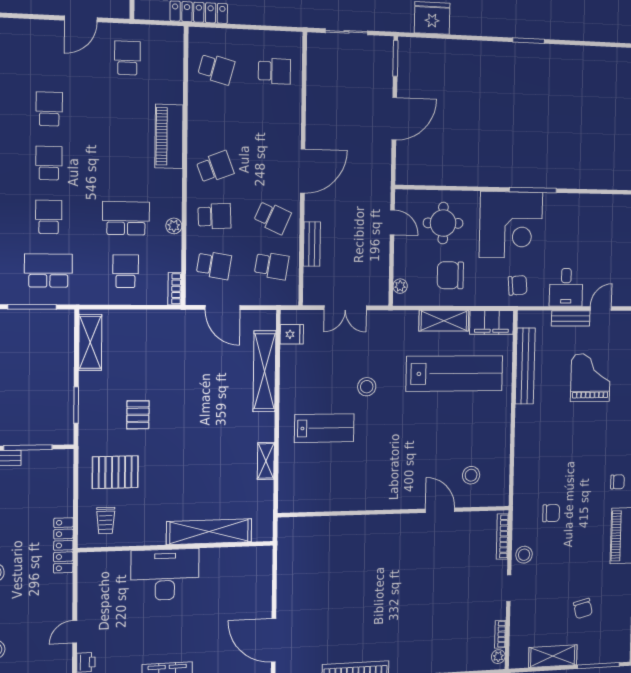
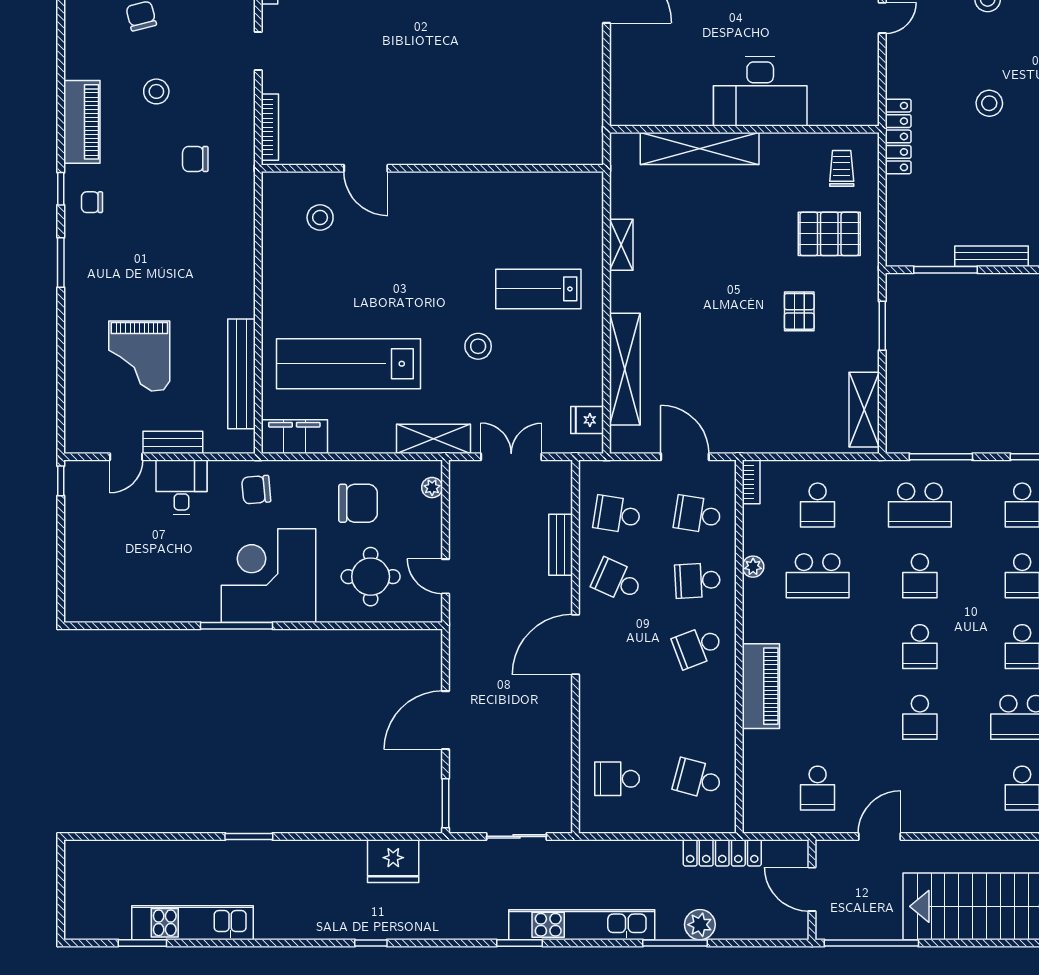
shelving: (444, 321) -> (433, 439), moved
stool: (524, 555) -> (156, 91), moved

